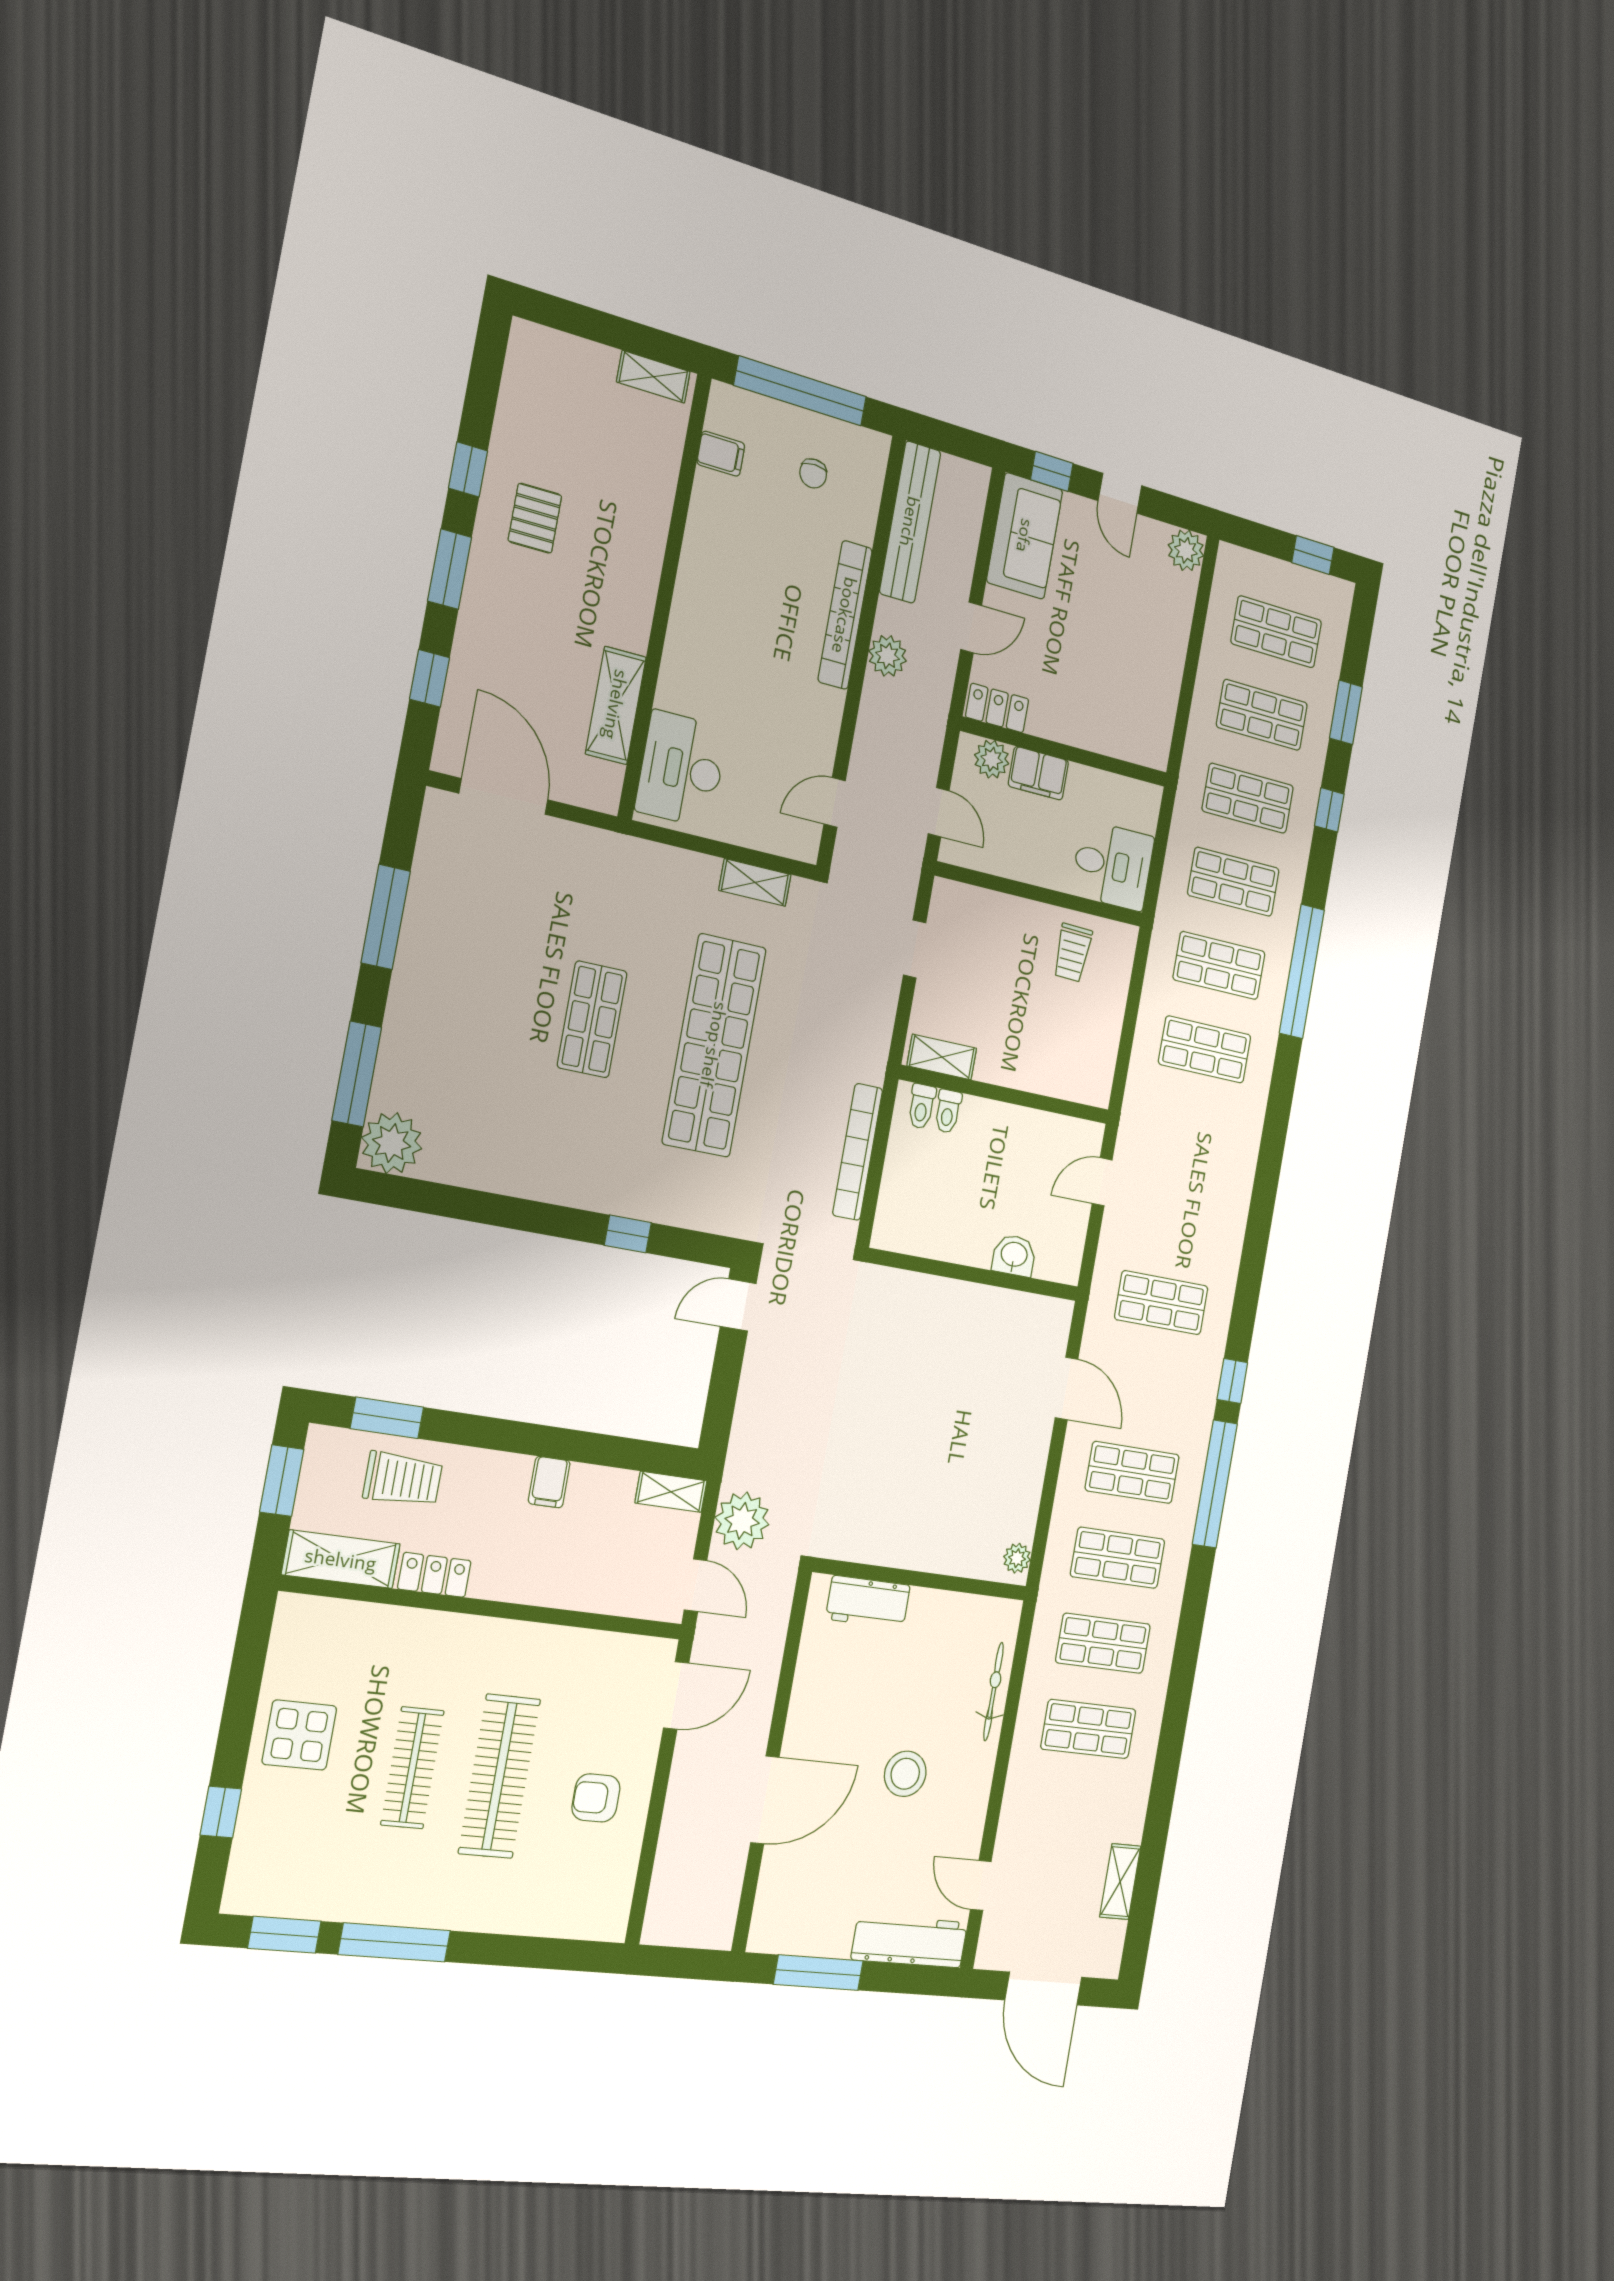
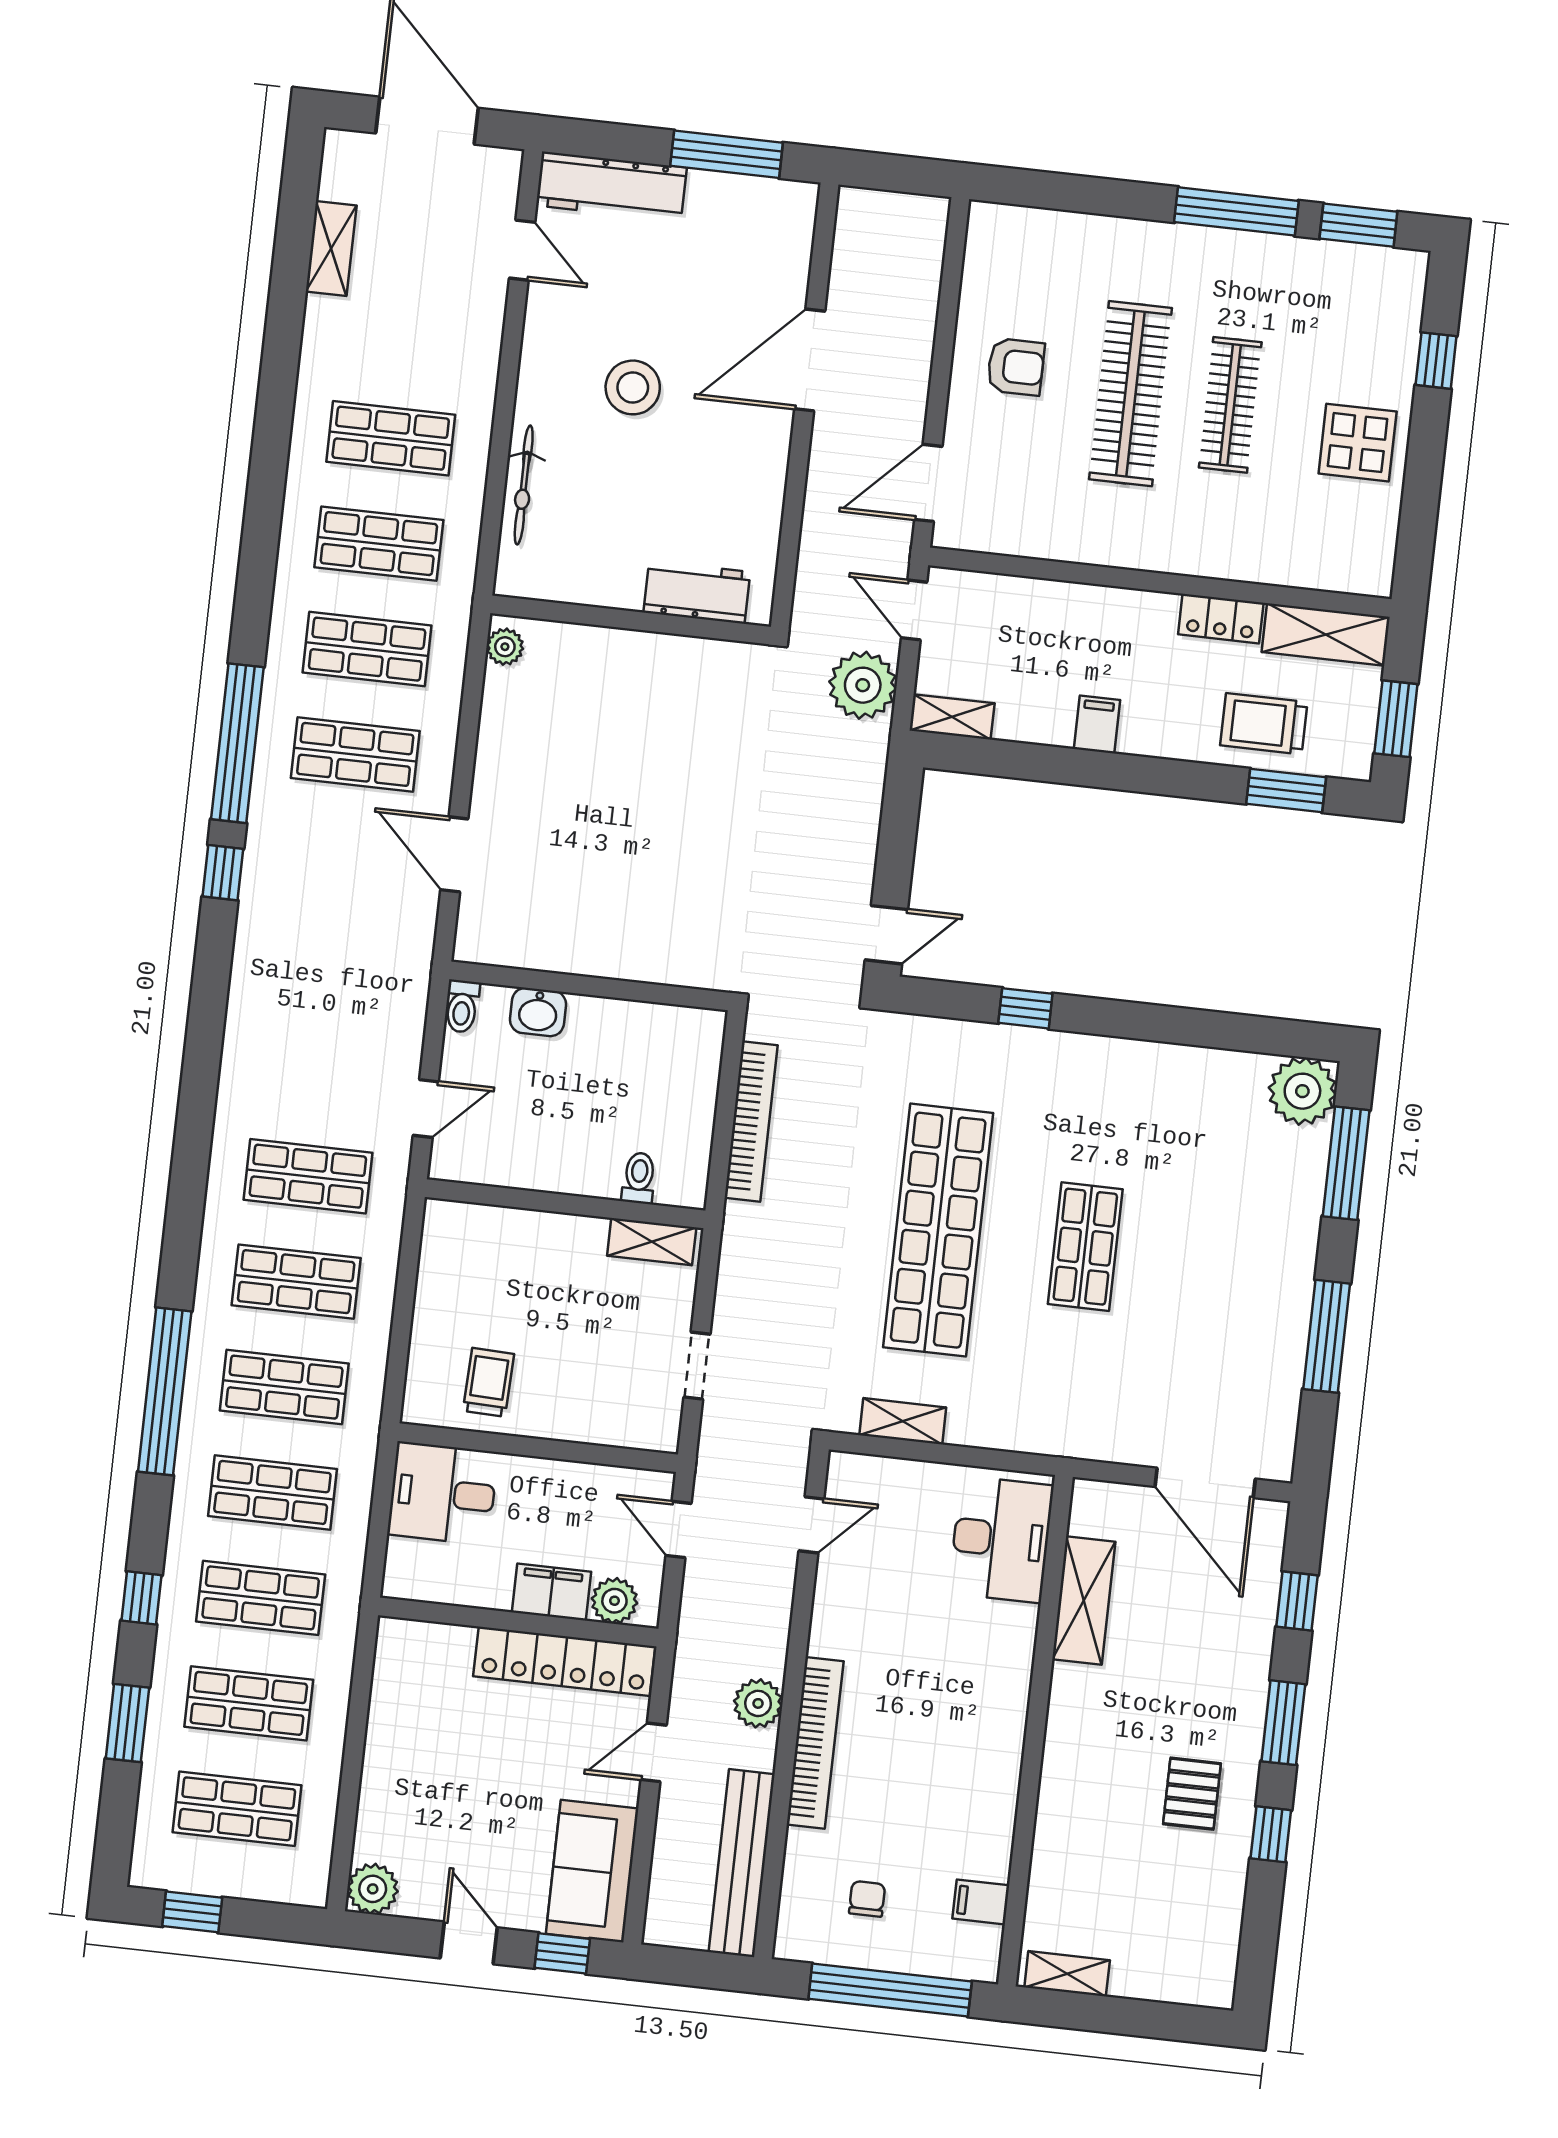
locker: (997, 708) -> (564, 1661), width x2.16, depth x1.21
toilet: (922, 1106) -> (462, 1006), moved, turned 180
shop shelf: (1161, 1303) -> (308, 1176), moved

